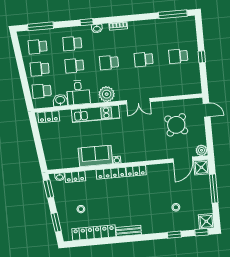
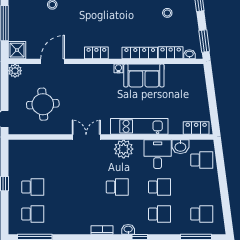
school desk: (144, 59) -> (33, 214), moved
school desk: (40, 69) -> (202, 187), removed
round table: (176, 125) -> (43, 104), turned 45
door: (183, 160) -> (53, 61), moved
locker: (111, 173) -> (140, 53), moved

